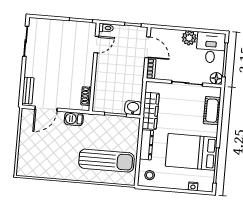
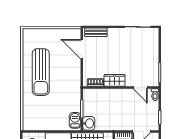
wardrobe: (86, 74) -> (115, 80), added
barbecue: (74, 119) -> (75, 120), moved
sun lounger: (107, 161) -> (41, 72), moved

